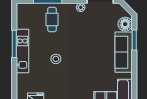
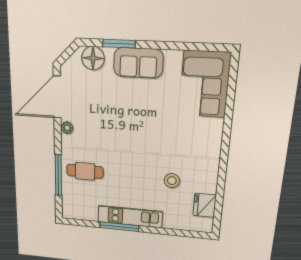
sofa: (124, 52) -> (138, 63), width x0.73
stool: (56, 59) -> (172, 181), moved

